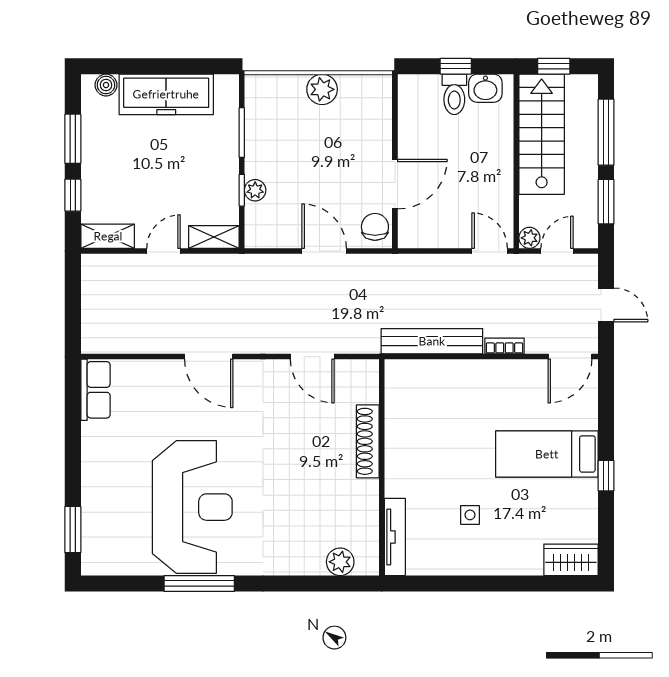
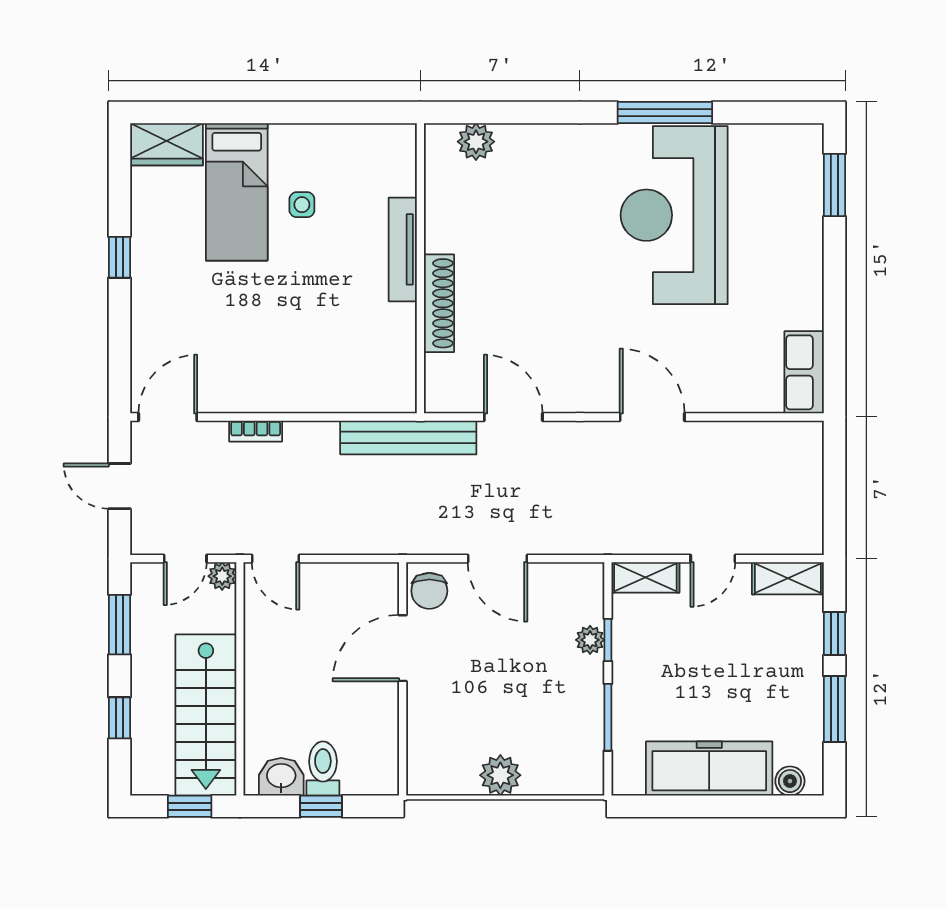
window: (606, 132) -> (119, 718), width x0.46
bench: (432, 341) -> (408, 437), moved
bed: (547, 454) -> (237, 192), moved, turned 90
tv unit: (395, 537) -> (403, 249), moved

